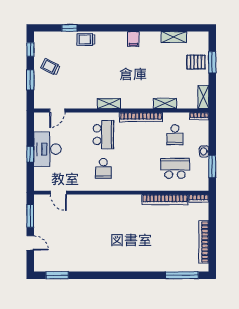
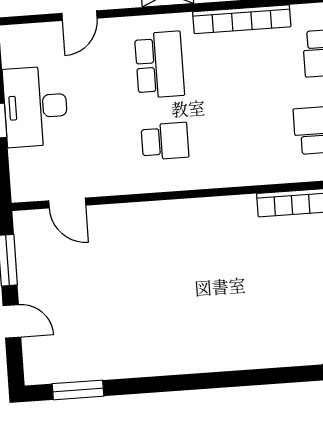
door: (57, 110) -> (79, 16), moved
school desk: (103, 168) -> (165, 141), turned -90

